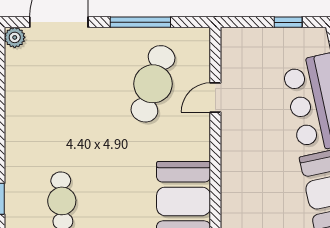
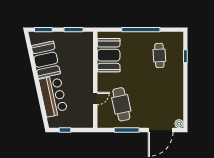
cafe table: (153, 84) -> (121, 104), turned -30

